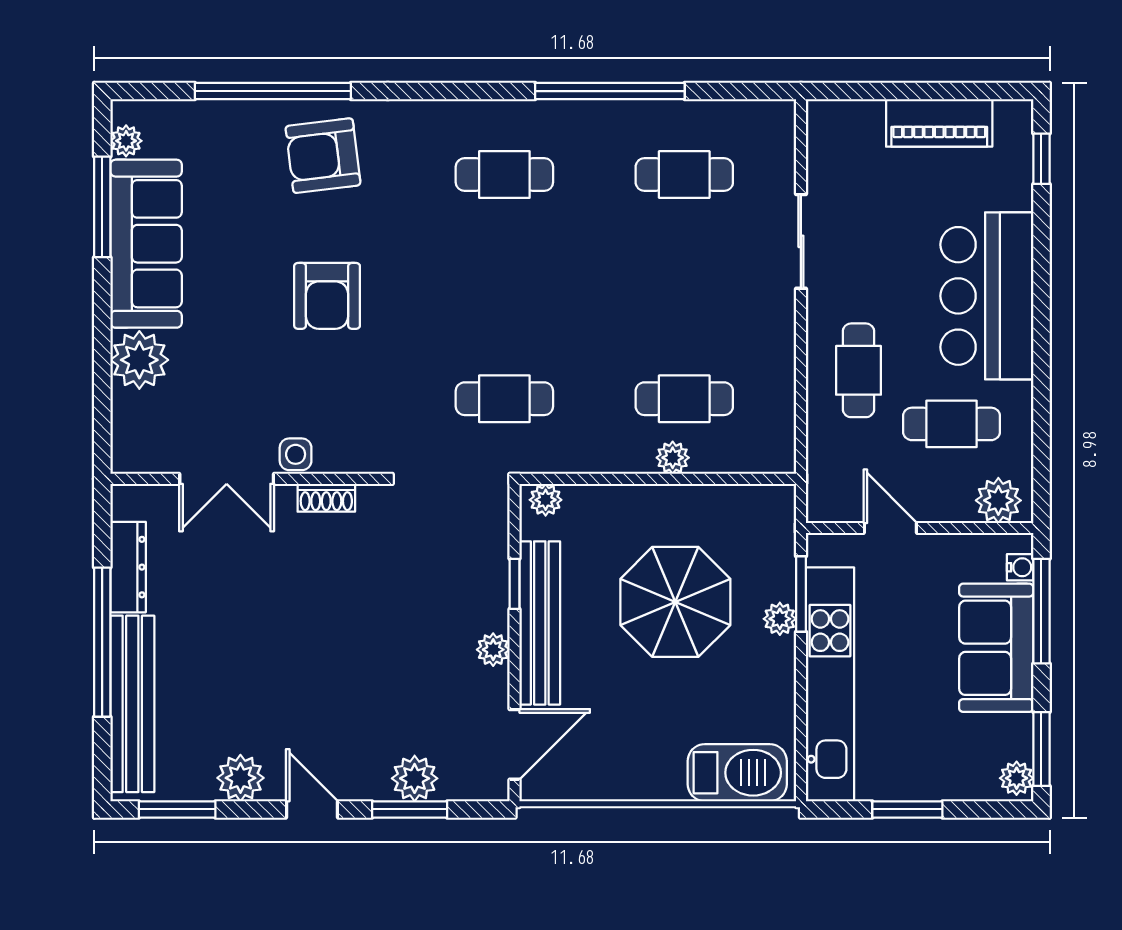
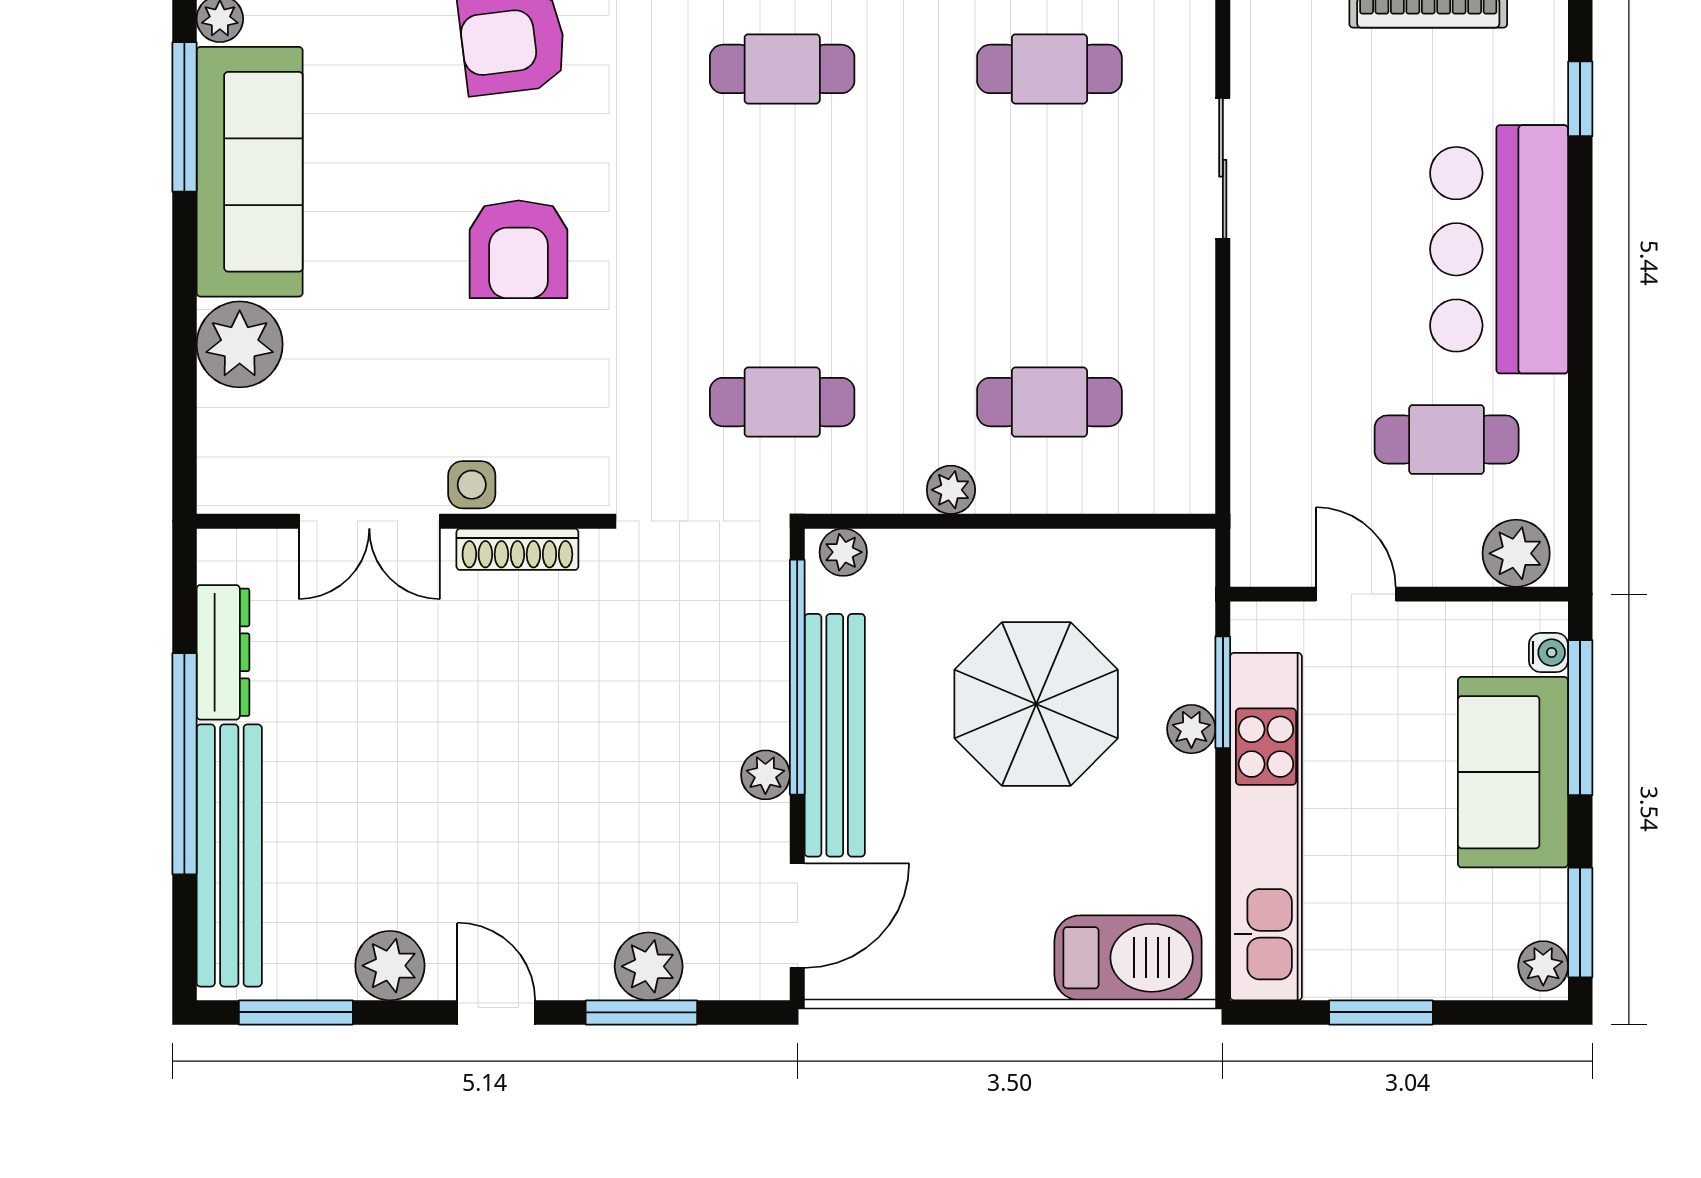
window: (1041, 159) -> (1580, 99), moved
cafe table: (858, 370) -> (1308, 360), removed
plant: (673, 458) -> (951, 490), moved
shoe rack: (326, 498) -> (517, 549), width x1.43
window: (515, 584) -> (797, 677), width x3.17

